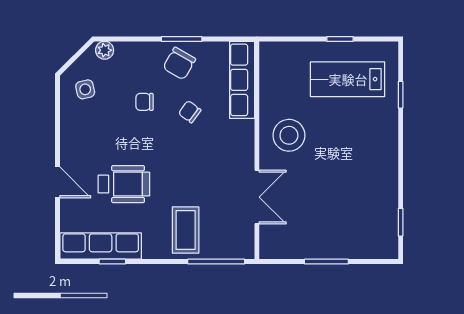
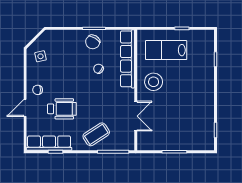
plant: (105, 50) -> (51, 35), removed
lab bench: (348, 79) -> (166, 50), moved
row of seats: (242, 80) -> (128, 59), width x1.36
chair: (145, 102) -> (38, 90), moved
door: (58, 182) -> (25, 108), swing flipped
coffee table: (186, 230) -> (96, 134), turned 57

